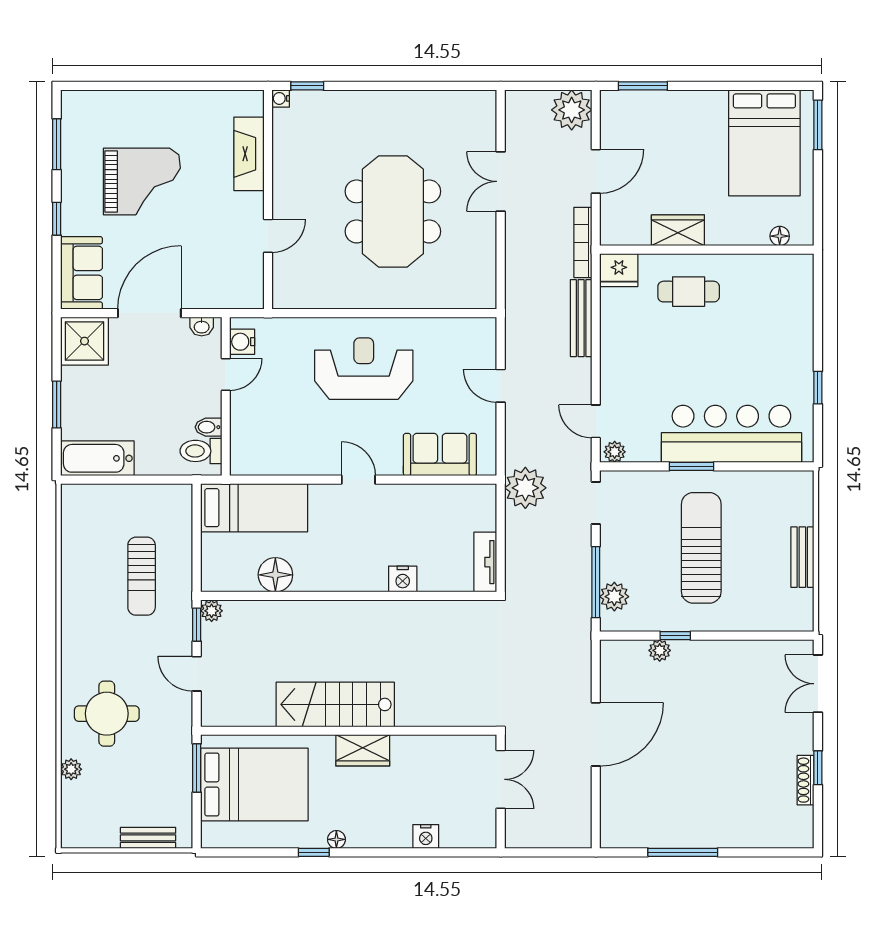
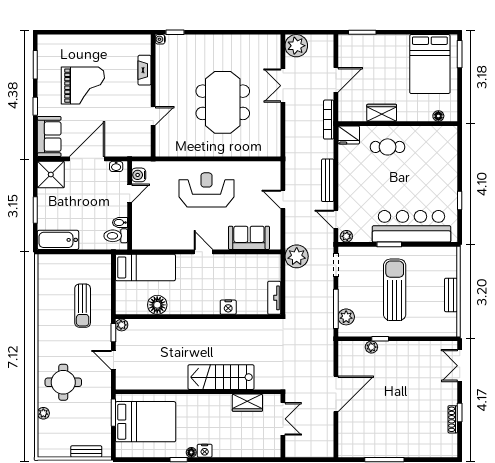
plant: (572, 110) -> (296, 46), moved
fireplace: (249, 154) -> (145, 70), width x0.73, depth x0.76
bench: (581, 318) -> (328, 180), moved
stairs: (335, 704) -> (221, 377), moved
wardrobe: (363, 750) -> (247, 403), moved
nightstand: (426, 836) -> (205, 451), moved

